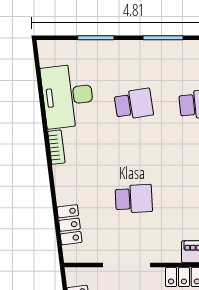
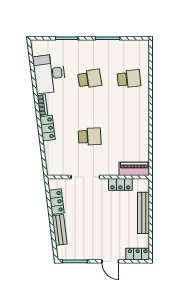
locker: (69, 225) -> (47, 128), moved

